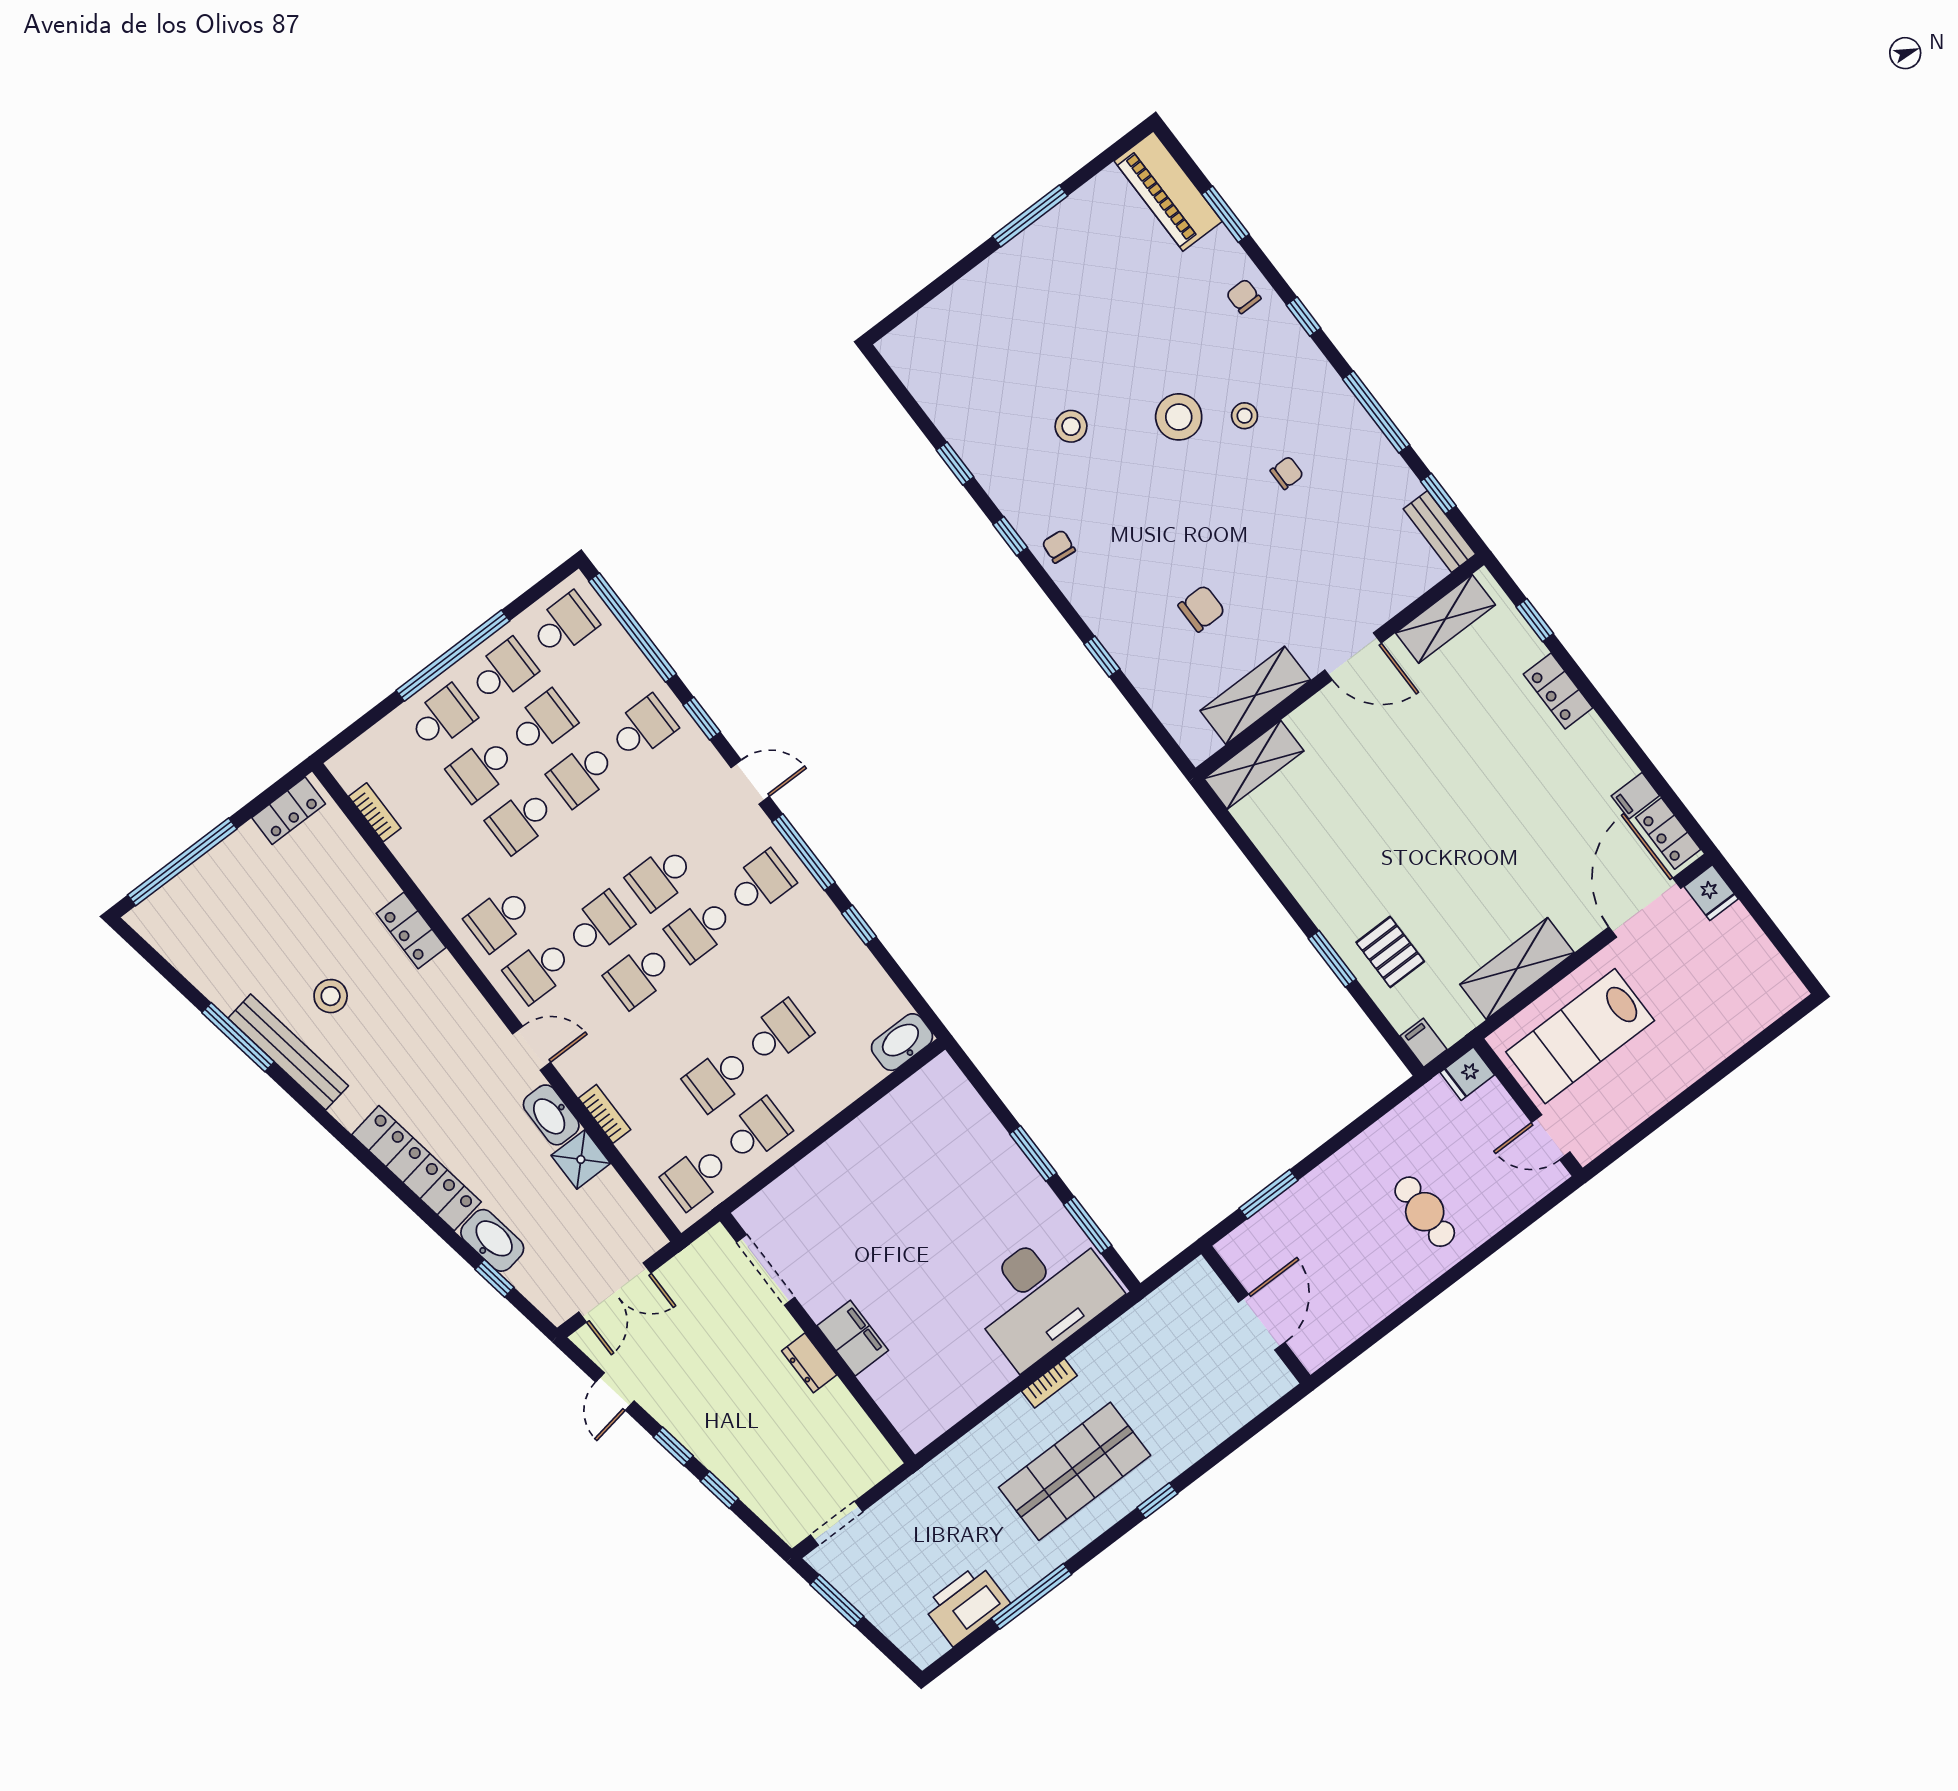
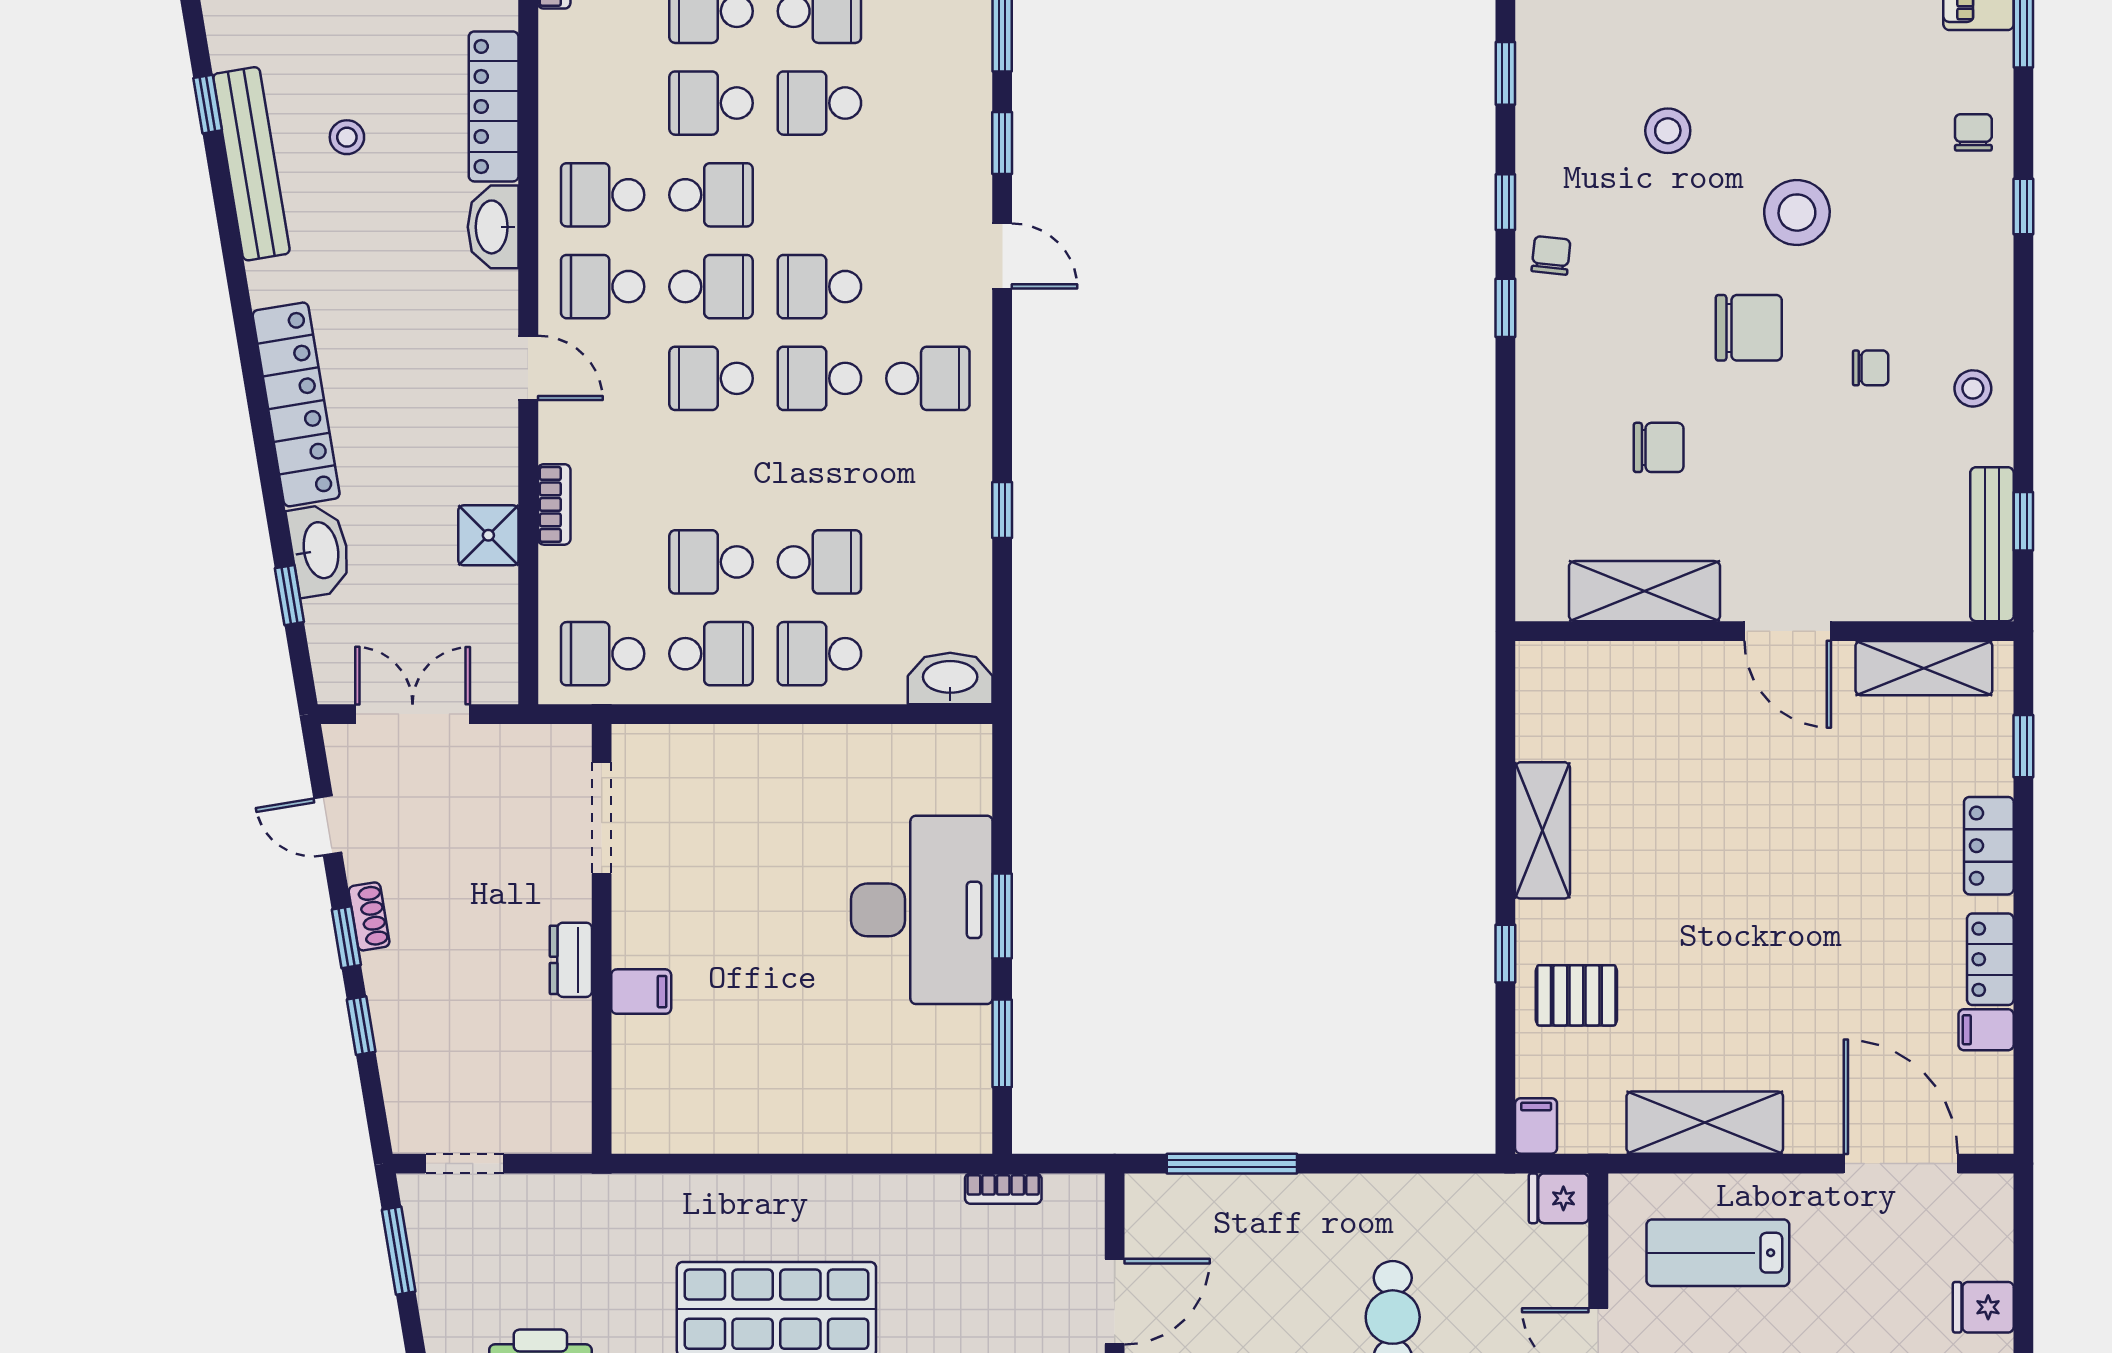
window: (1376, 412) -> (2023, 376), removed
stool: (1245, 416) -> (1973, 388), moved
chair: (1201, 502) -> (1749, 328), added
bench: (1439, 532) -> (1992, 544), width x1.36
window: (1102, 657) -> (1505, 308), moved
school desk: (643, 728) -> (711, 195), moved
shelving: (1254, 765) -> (1543, 830), moved, turned 90
locker: (1668, 834) -> (1990, 959), moved
window: (804, 852) -> (1002, 381), removed
fridge: (1711, 893) -> (1983, 1307), moved, turned 90
door: (1645, 908) -> (1901, 1164), hinge flipped
locker: (411, 930) -> (494, 106), width x1.53
pallet: (1390, 952) -> (1576, 995), turned 90
window: (1332, 959) -> (1505, 954), width x0.67
stool: (331, 996) -> (347, 137), width x0.73, depth x0.73
lab bench: (1580, 1036) -> (1718, 1253), width x0.73, depth x0.72
window: (238, 1037) -> (208, 104), width x0.46
school desk: (818, 1084) -> (819, 654), added
washbasin: (551, 1115) -> (493, 227), moved
window: (1268, 1194) -> (1232, 1164), width x1.44
double door: (615, 1293) -> (413, 714), swing flipped
desk: (1043, 1295) -> (922, 910), moved, turned -90
filing cabinet: (853, 1338) -> (641, 992), width x0.50
bookcase: (1049, 1383) -> (1003, 1189), moved
door: (615, 1392) -> (328, 825), hinge flipped
shoe rack: (677, 1425) -> (369, 916), added

